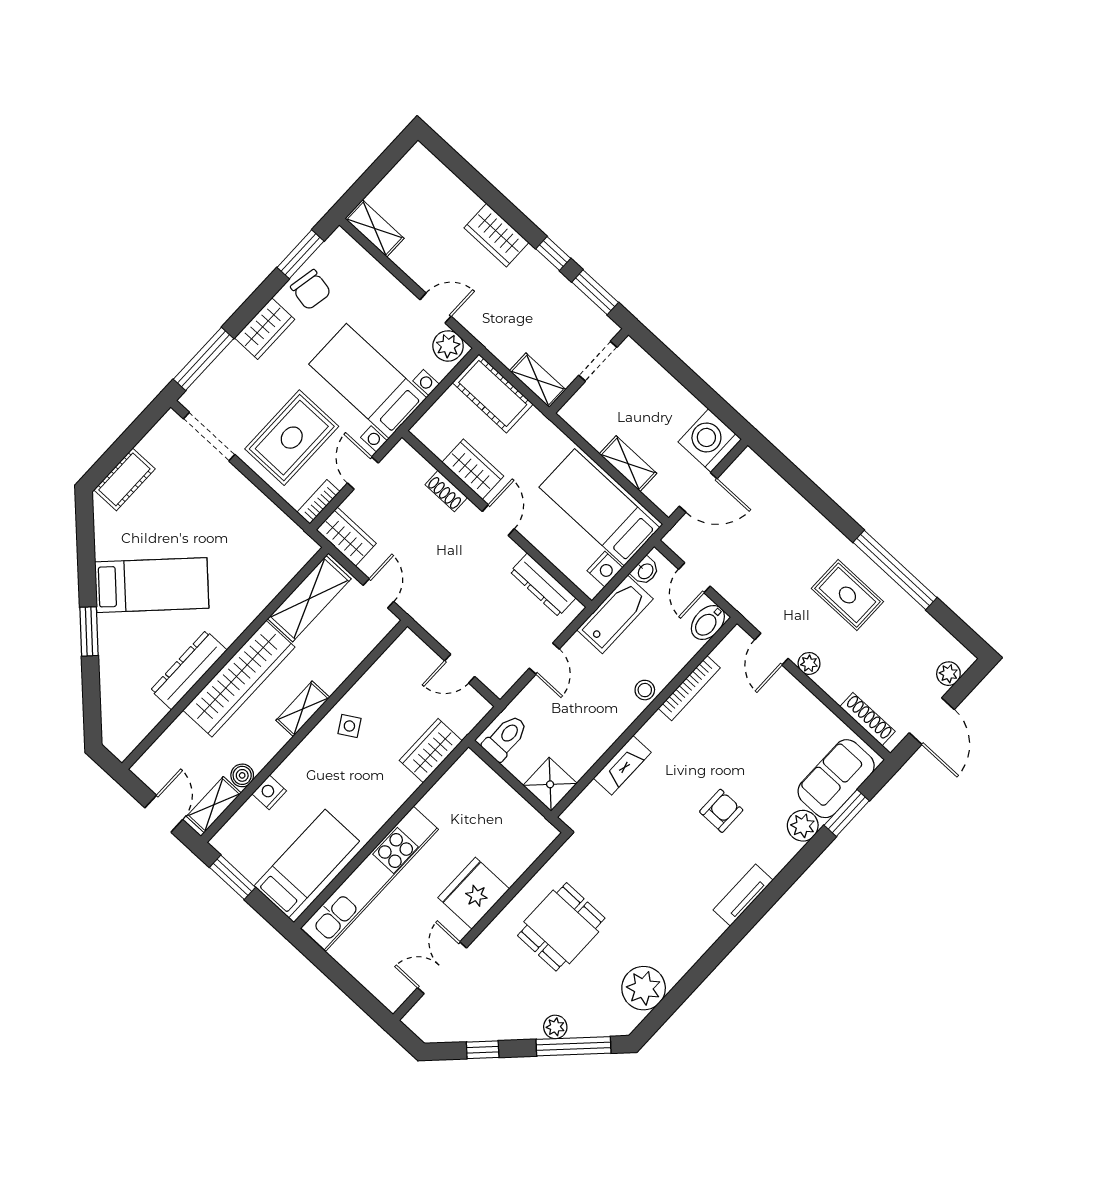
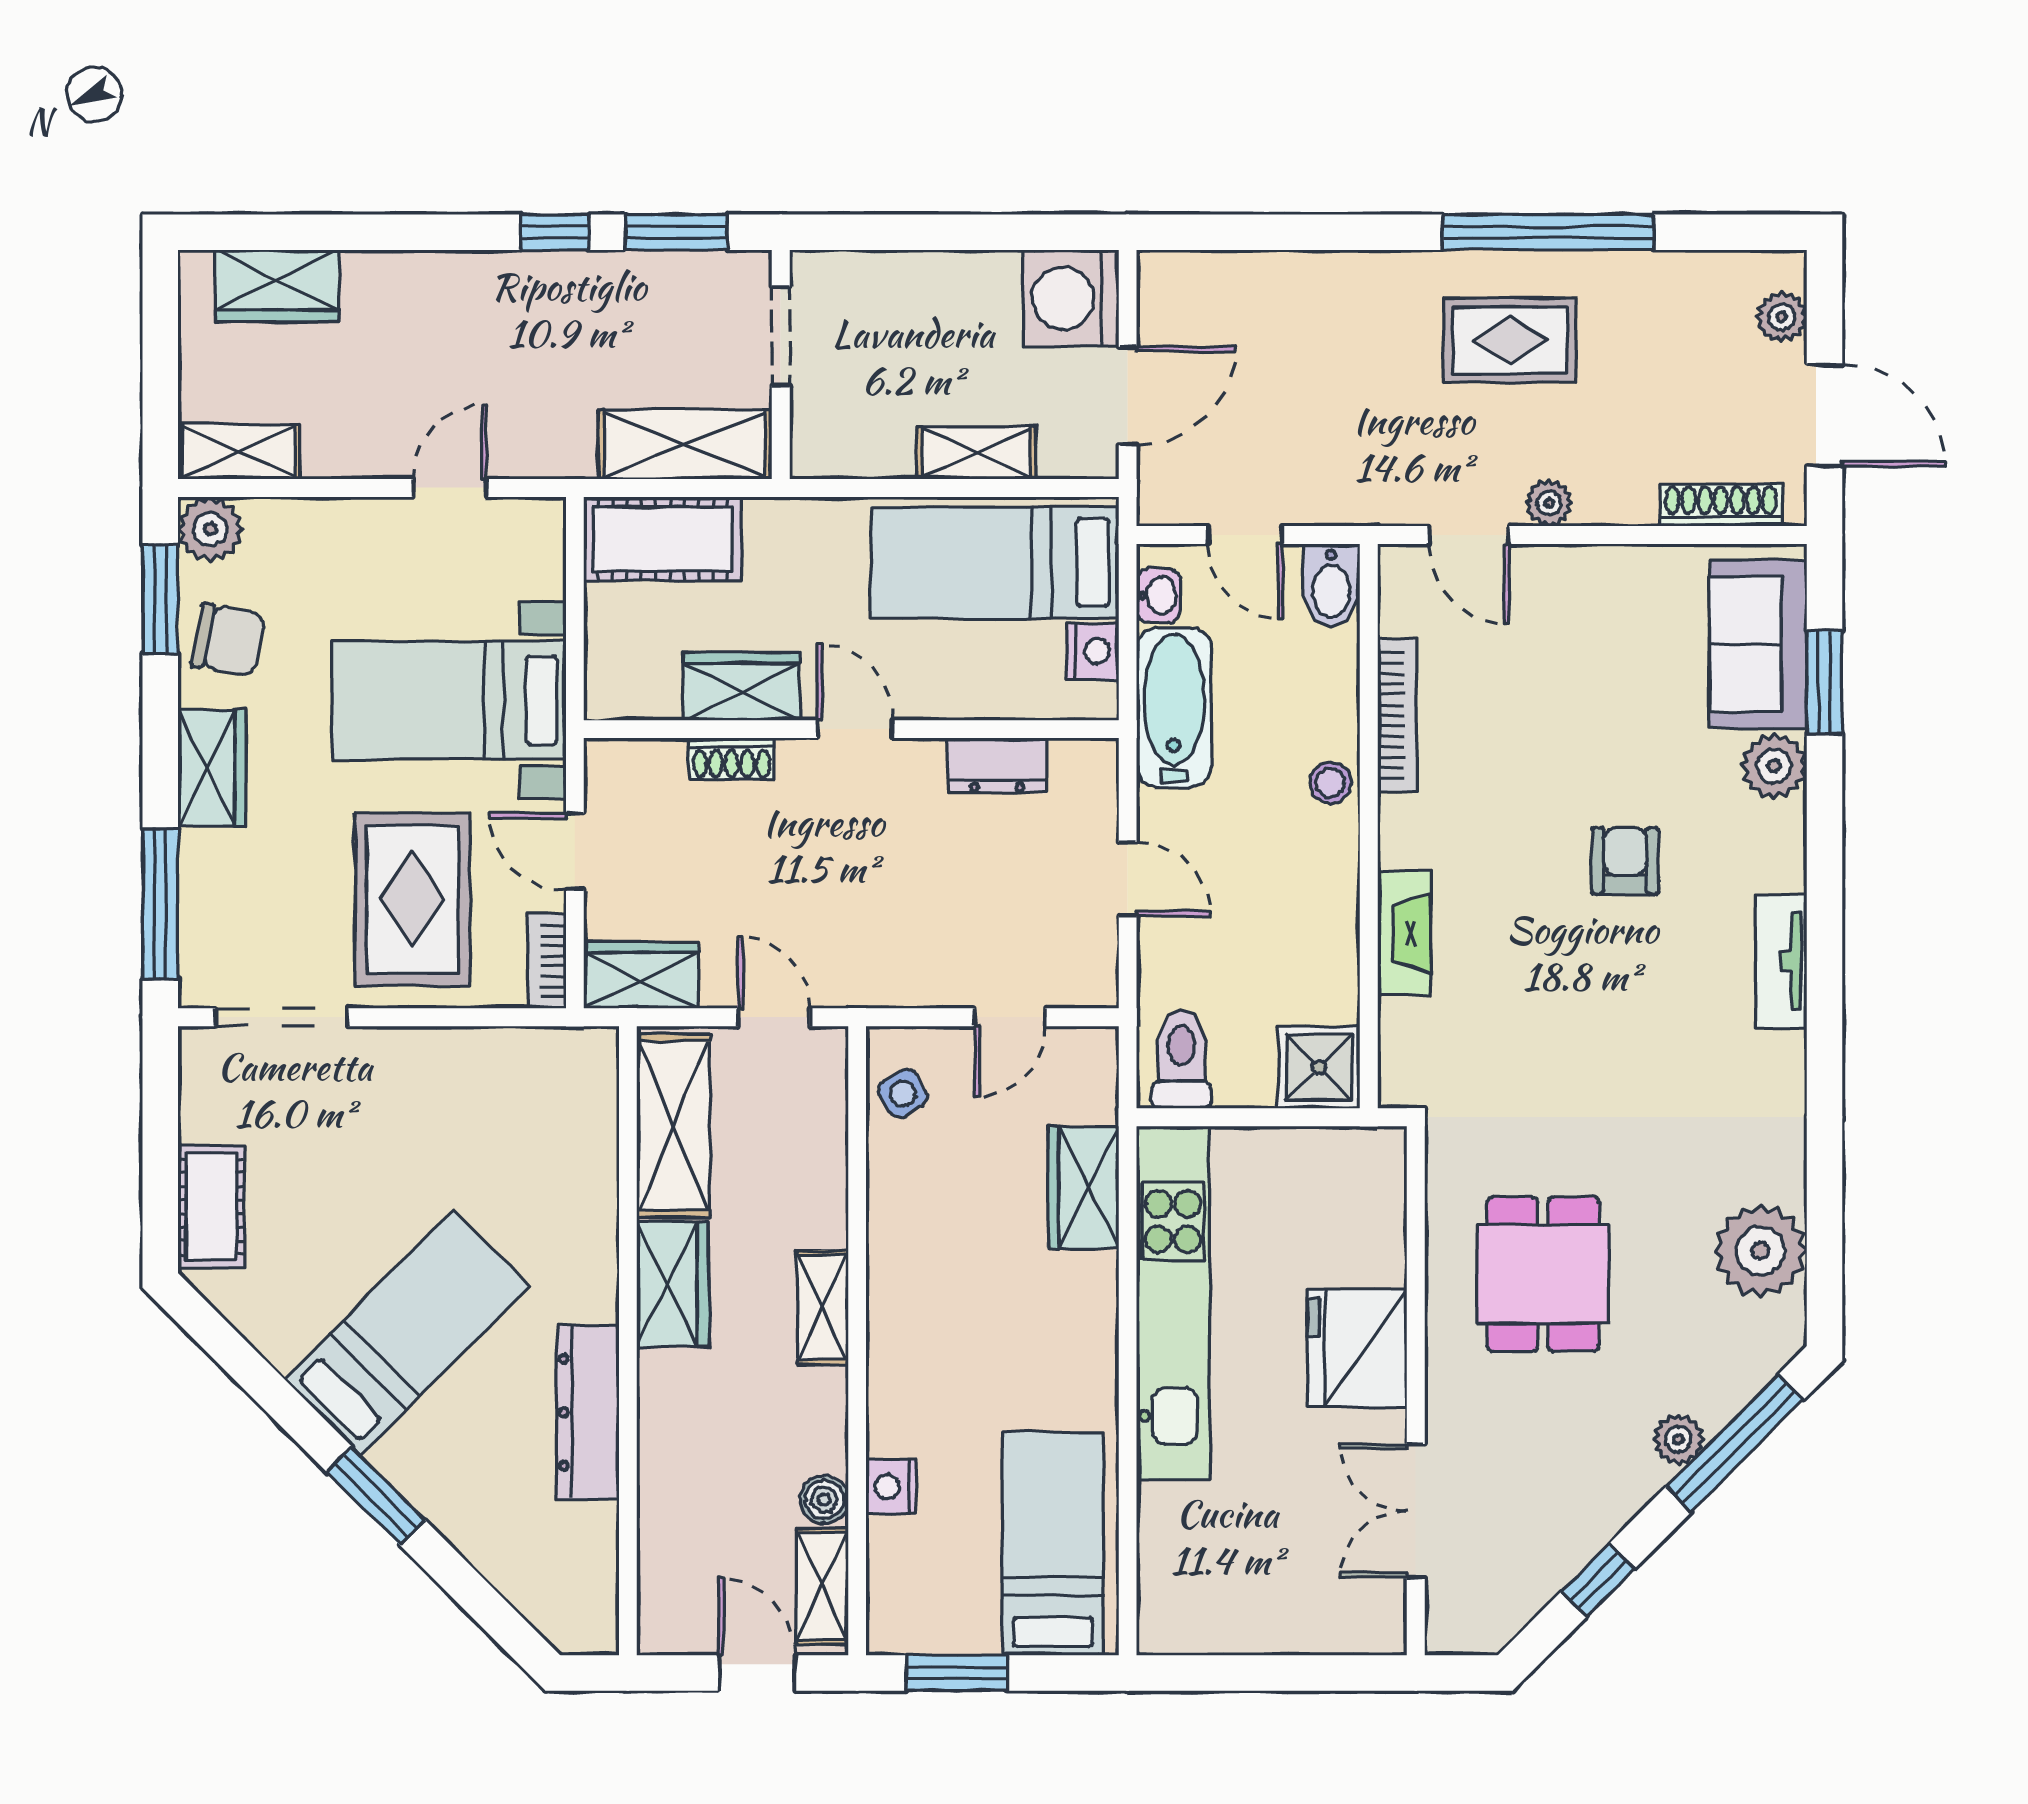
wardrobe: (497, 235) -> (277, 286), moved
plant: (448, 346) -> (210, 529), moved
shelving: (538, 380) -> (685, 444), width x1.50, depth x1.33
dresser: (543, 585) -> (997, 766), width x0.70
wardrobe: (239, 679) -> (673, 1284), width x0.48, depth x0.85
side table: (349, 726) -> (903, 1093), moved
kitchen unit: (370, 879) -> (1173, 1303), moved

